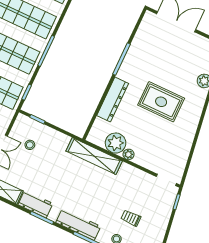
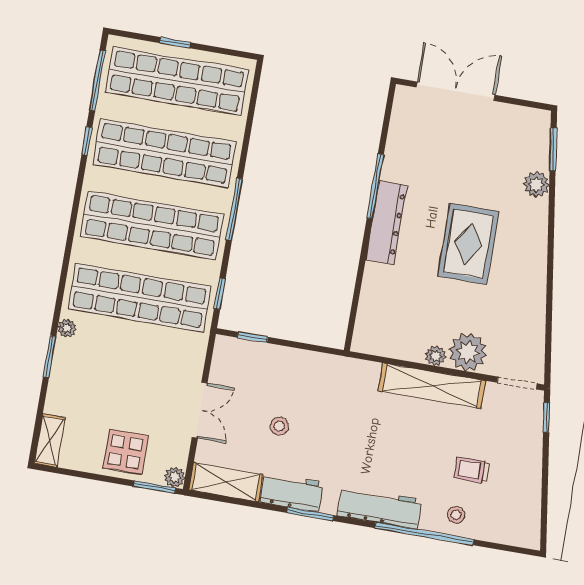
dresser: (113, 99) -> (386, 223), moved
rug: (161, 102) -> (468, 244), turned 90
plant: (116, 143) -> (468, 352), moved
stool: (30, 145) -> (279, 426), moved
shelving: (94, 156) -> (432, 386), moved

